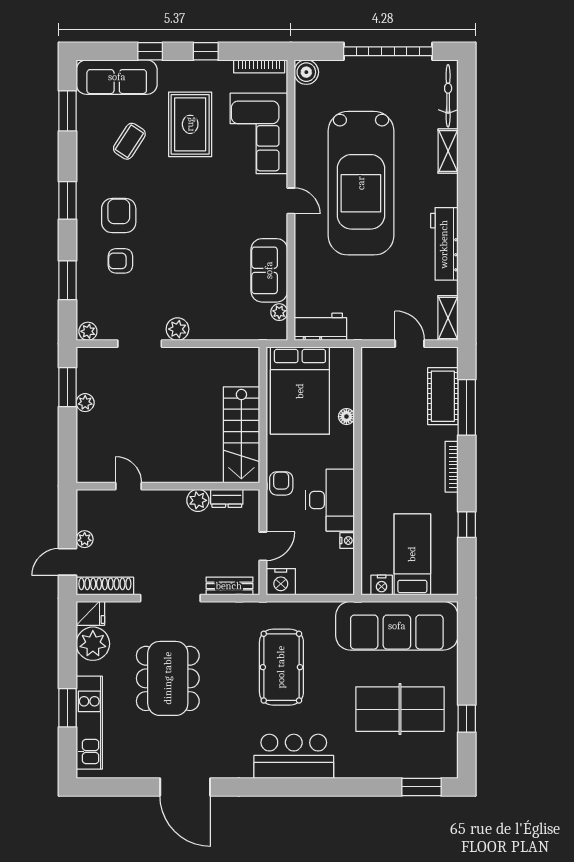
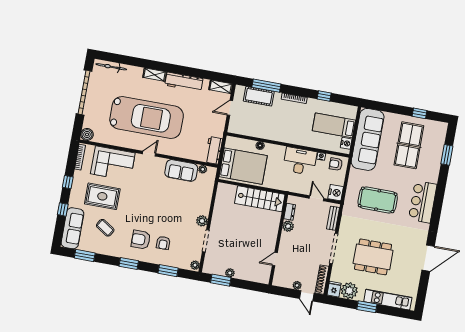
shelving: (448, 151) -> (155, 75), moved
armchair: (281, 483) -> (336, 164), moved
window: (68, 708) -> (367, 307), moved
window: (422, 787) -> (447, 155), moved

